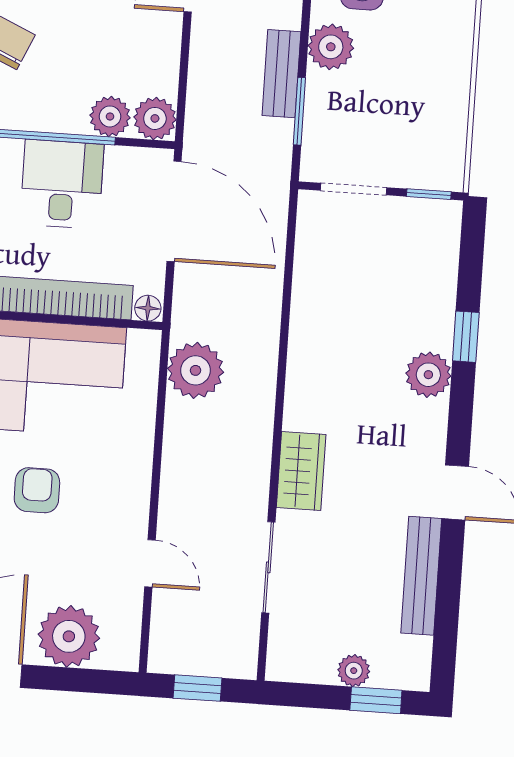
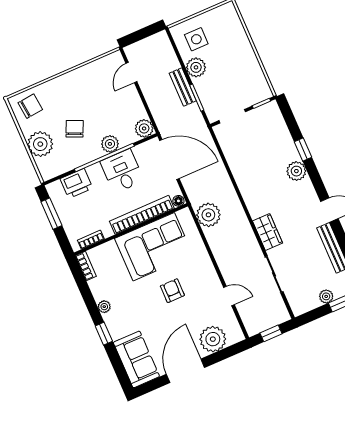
plant: (110, 116) -> (110, 144), moved

